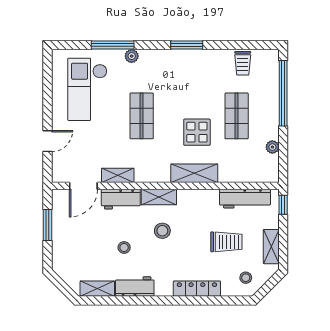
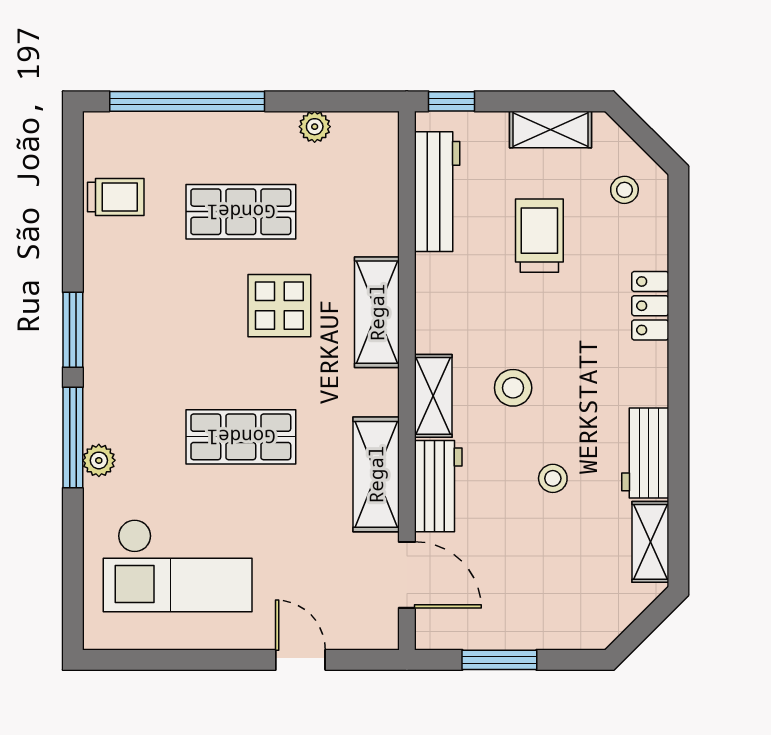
window: (113, 45) -> (73, 438), moved
shelving: (118, 175) -> (376, 474), width x1.50, depth x1.33
locker: (197, 289) -> (650, 306), width x0.66

